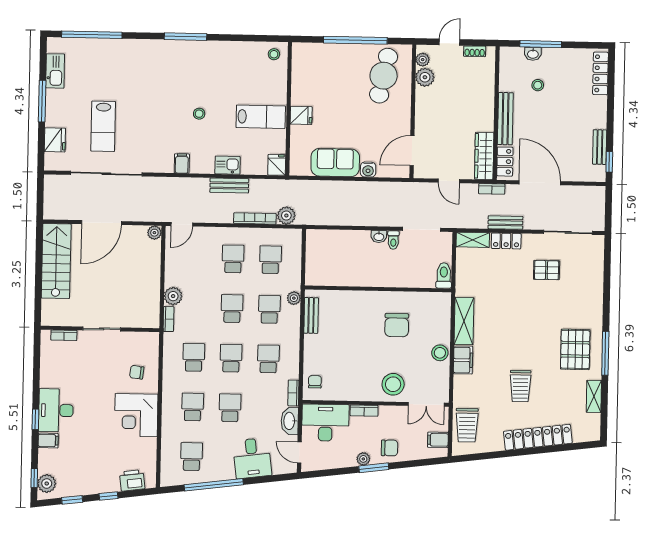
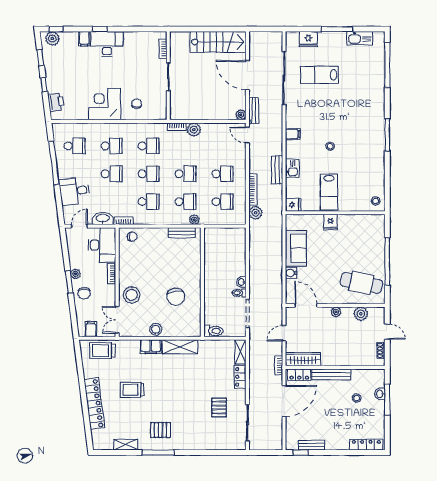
plant: (423, 60) -> (336, 312), moved
bench: (505, 223) -> (254, 111), moved
chair: (397, 325) -> (176, 297), turned -98
pallet: (575, 349) -> (160, 430), width x0.67, depth x0.71

